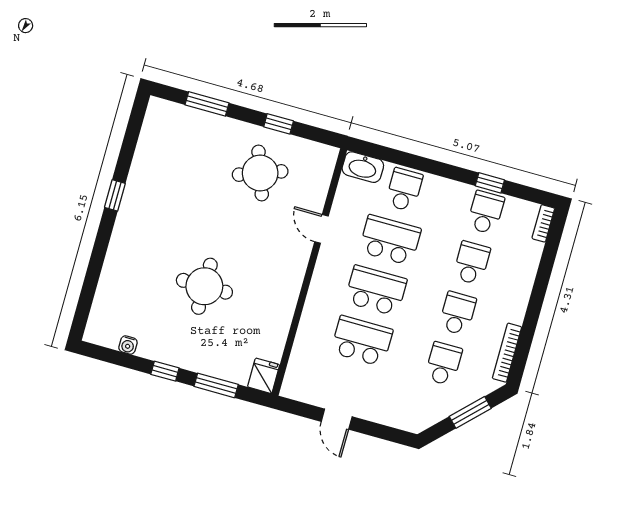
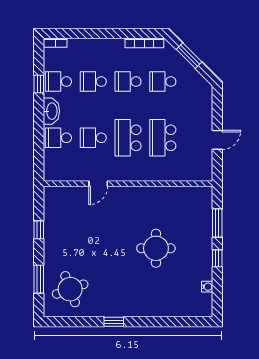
washbasin: (363, 167) -> (51, 111), moved
round table: (260, 173) -> (70, 289), moved
school desk: (390, 240) -> (93, 138), width x0.54
fridge: (264, 376) -> (203, 194), removed

